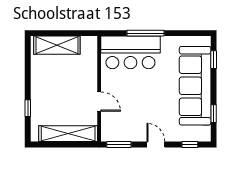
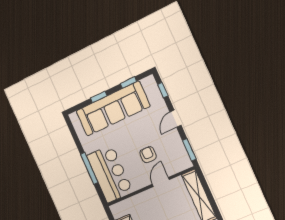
window: (214, 60) -> (99, 97), moved
armchair: (132, 101) -> (148, 155), added

